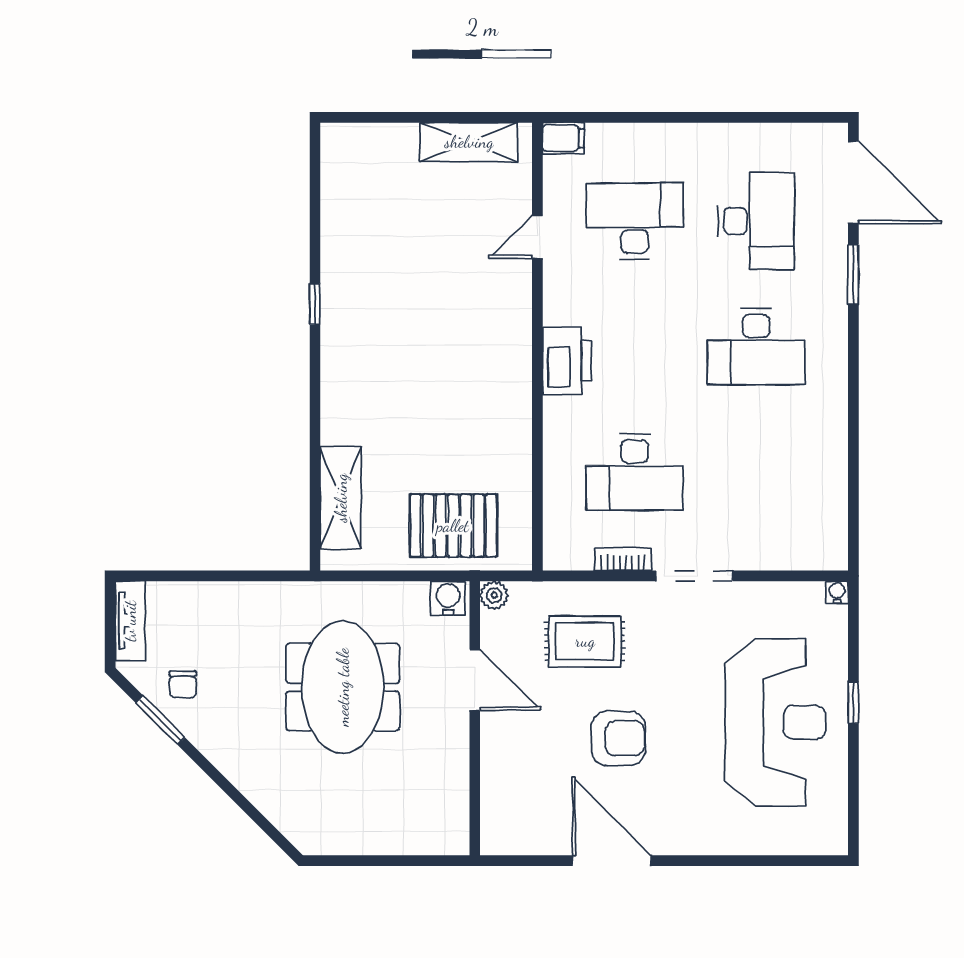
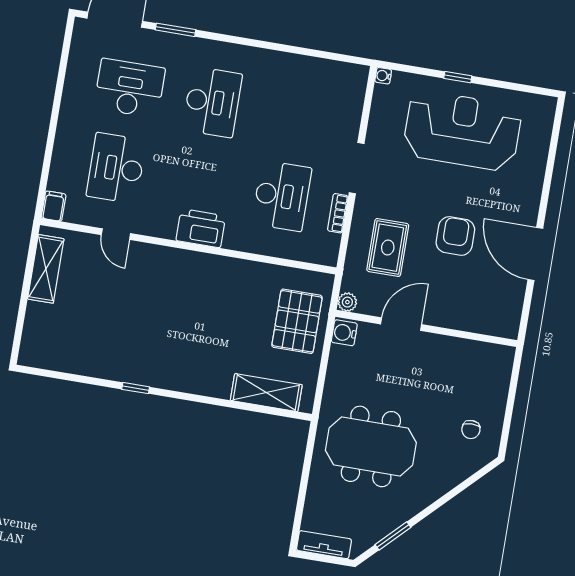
chair: (183, 684) -> (471, 430), moved, turned 90
meeting table: (343, 687) -> (371, 446), moved
door: (612, 861) -> (535, 254), hinge flipped

